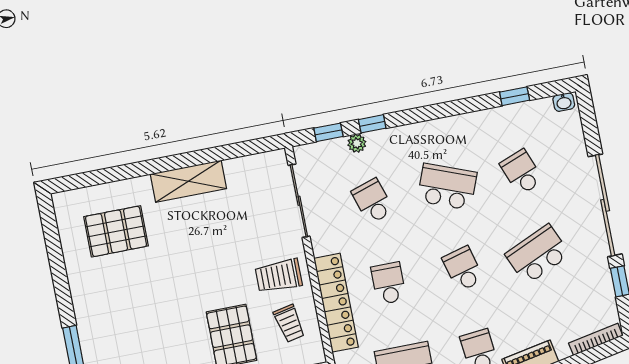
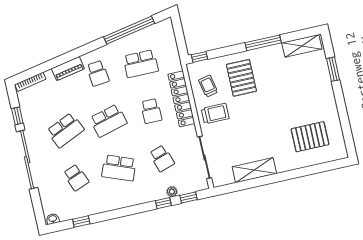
shelving: (188, 181) -> (254, 170), moved
school desk: (463, 269) -> (108, 121), width x1.85

